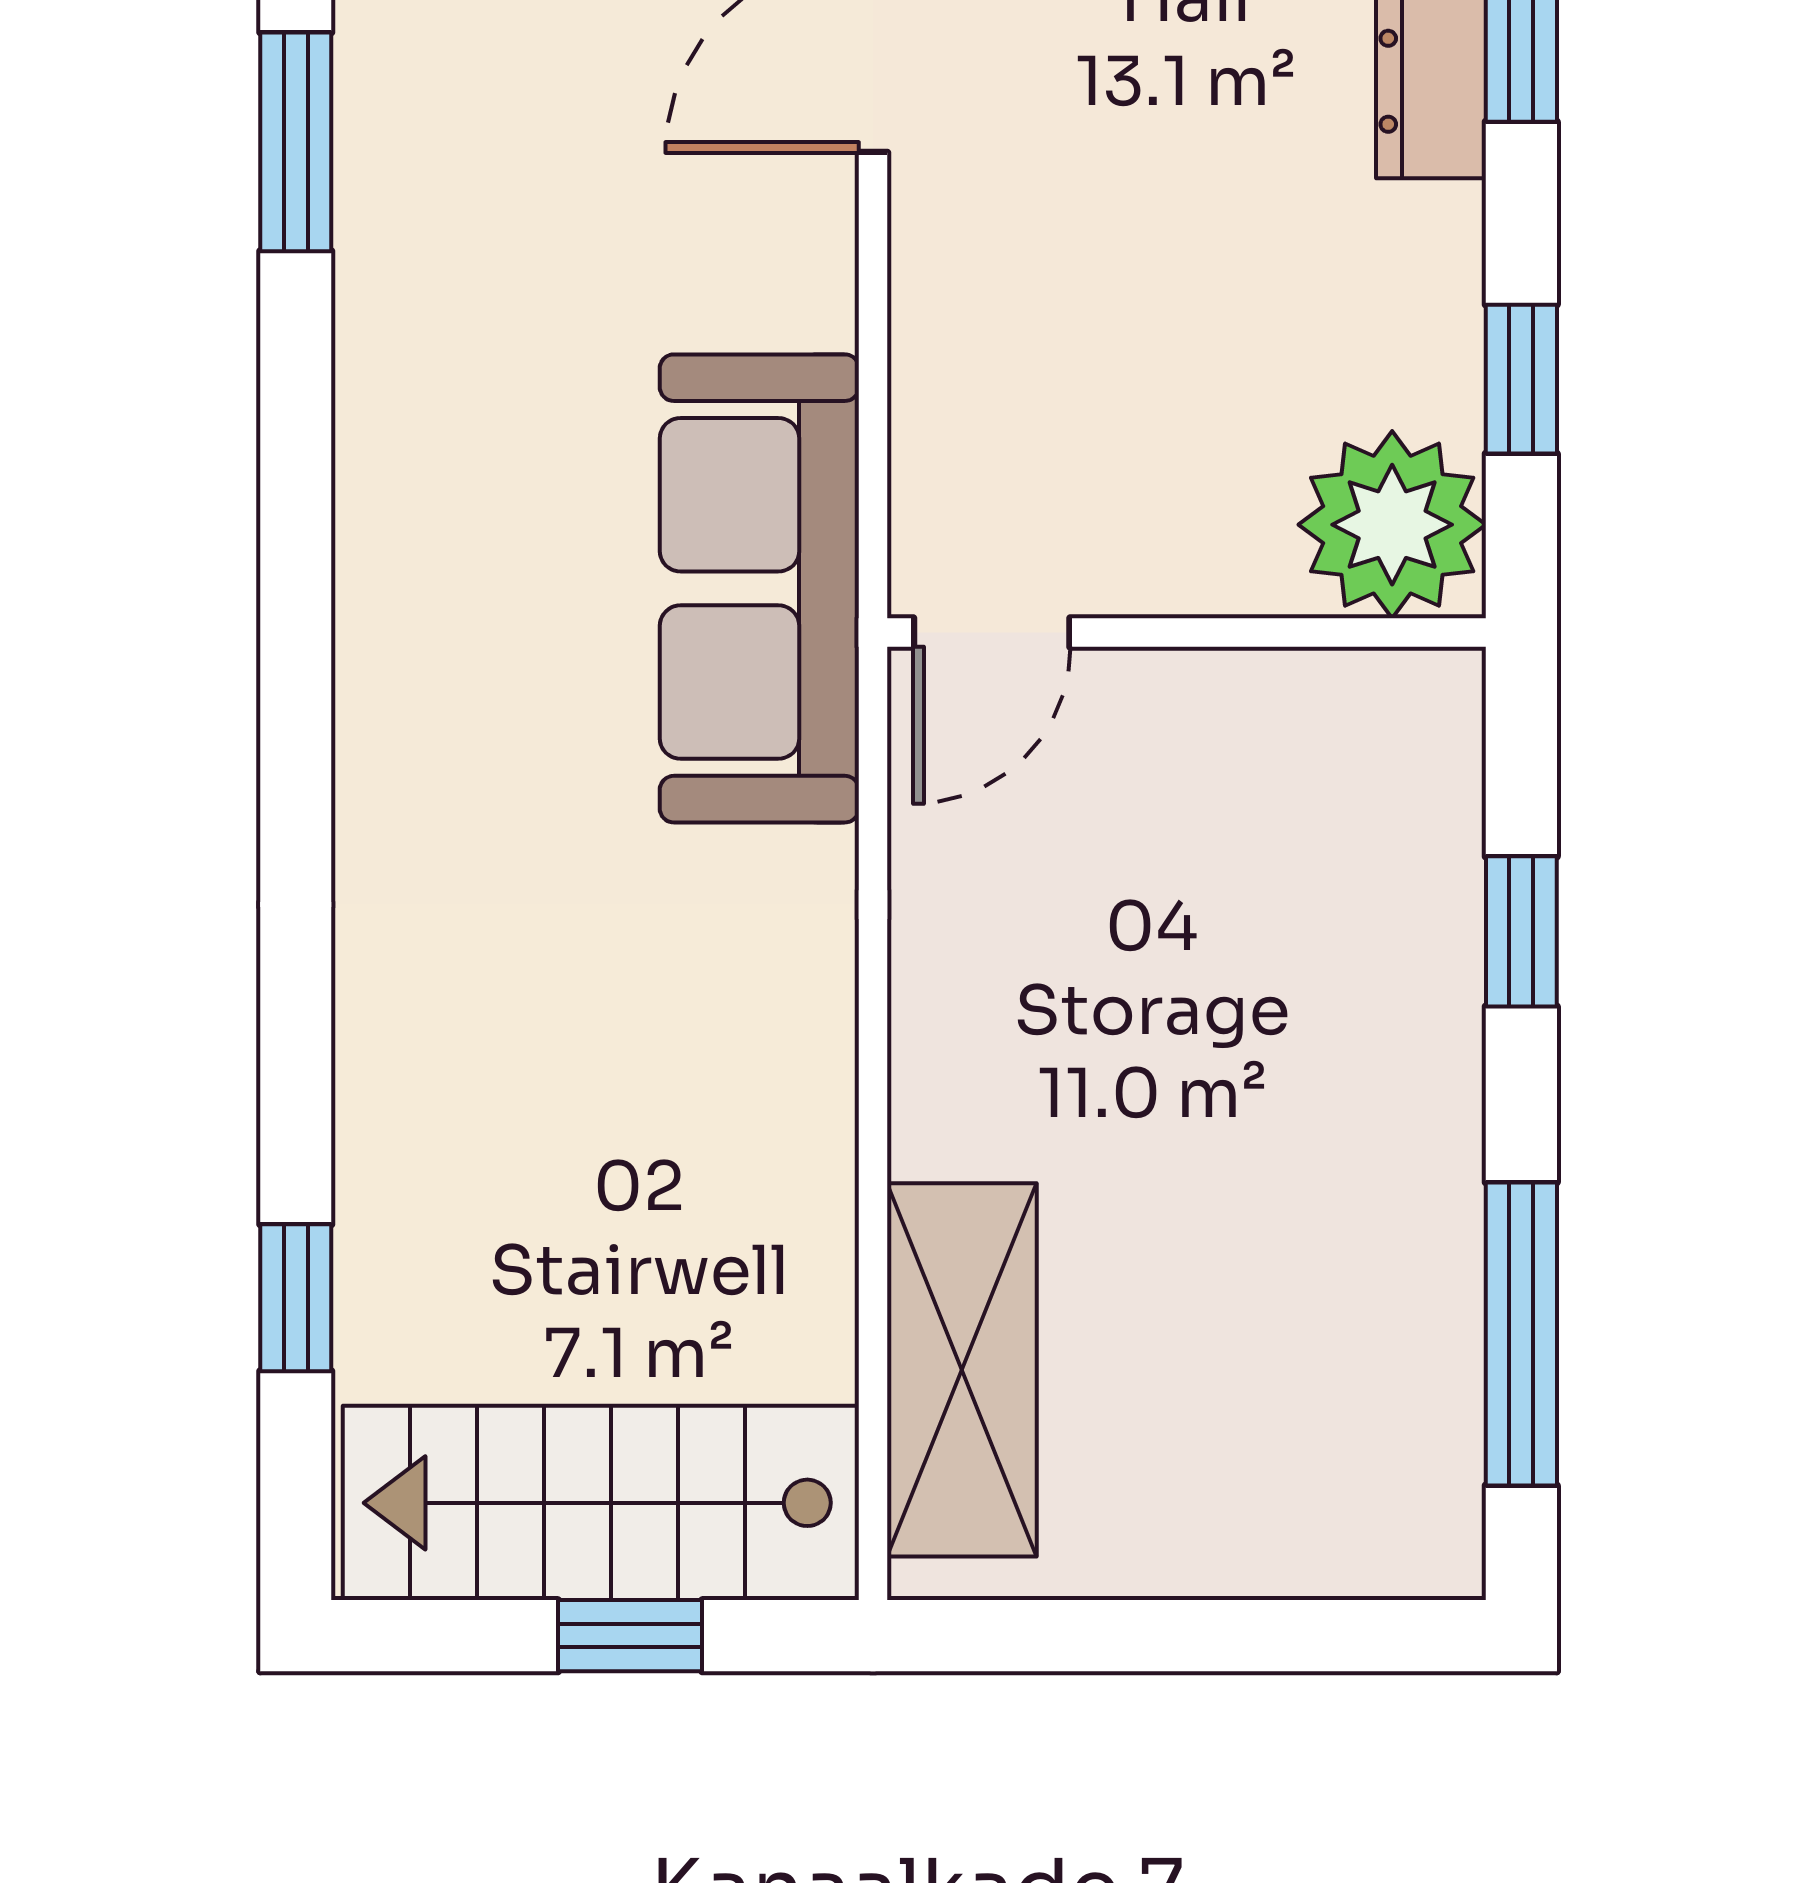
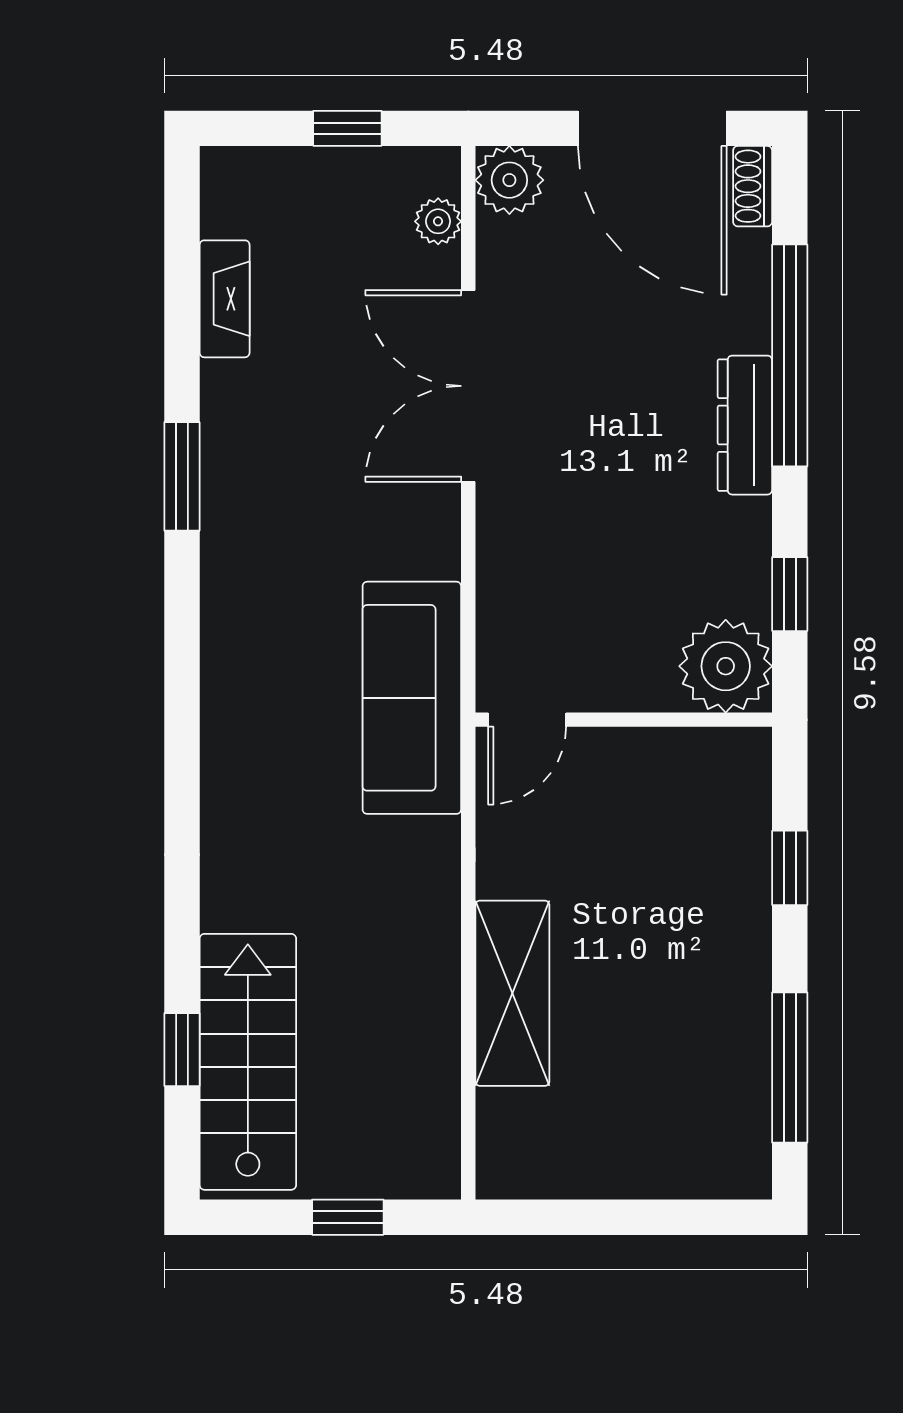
shelving: (962, 1370) -> (512, 993), moved
stairs: (601, 1503) -> (248, 1062), moved, turned 90

